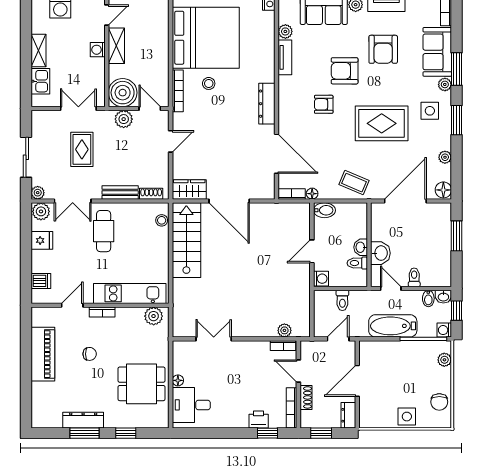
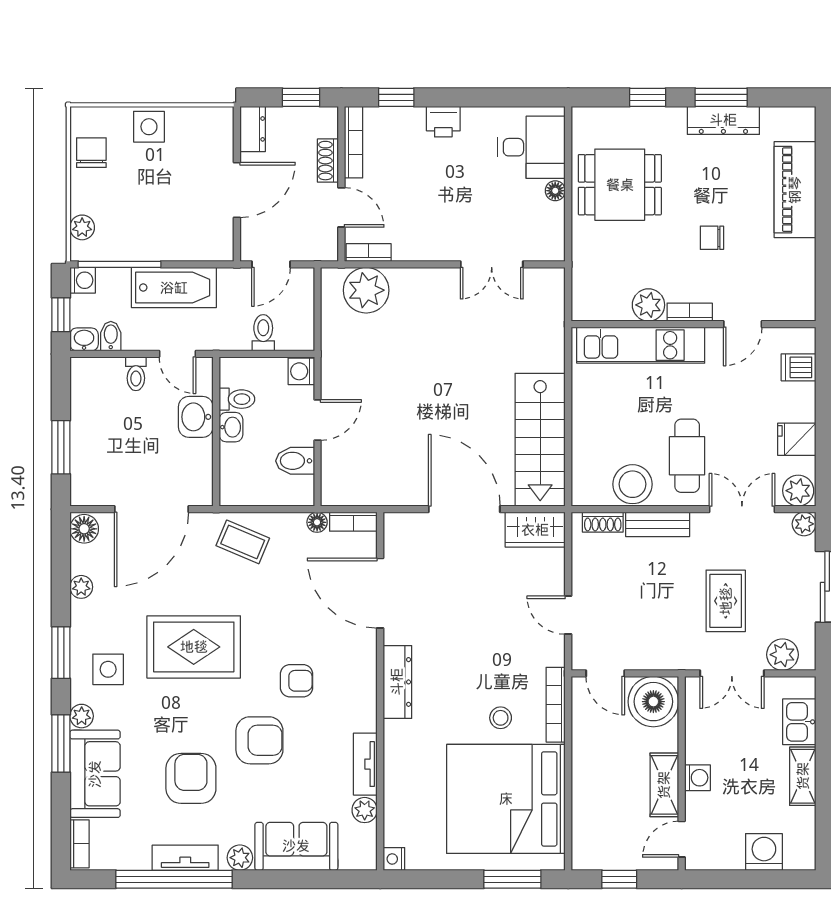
plant: (124, 119) -> (783, 655), moved
door: (171, 141) -> (568, 615), hinge flipped
bidet: (324, 210) -> (295, 461), moved
stool: (162, 220) -> (632, 484), moved, width x1.89, depth x1.89
plant: (154, 316) -> (648, 305), moved
plant: (284, 330) -> (366, 290), width x1.87, depth x1.87
piano: (43, 354) -> (795, 190), moved
printer: (259, 419) -> (443, 122), moved

